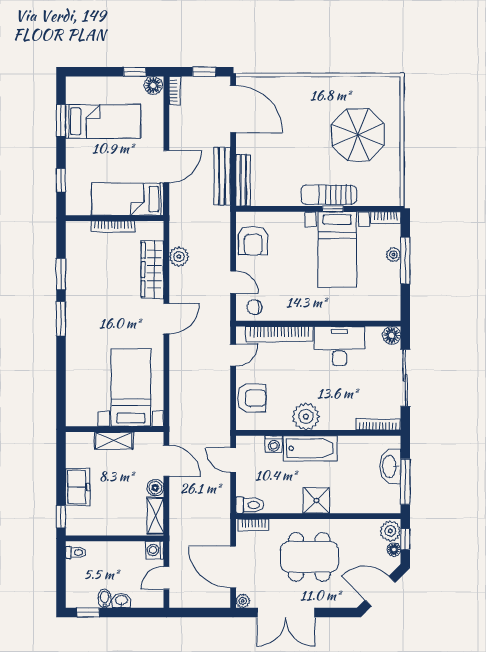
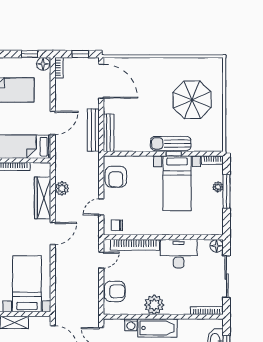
door: (233, 282) -> (101, 207), swing flipped

